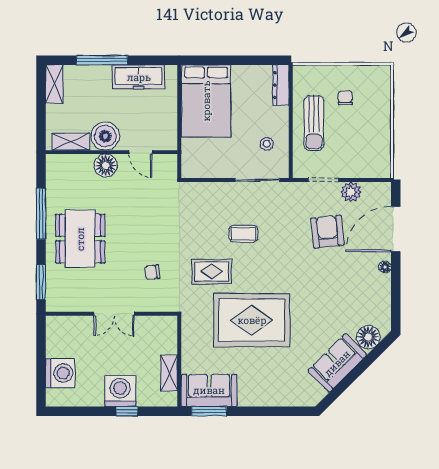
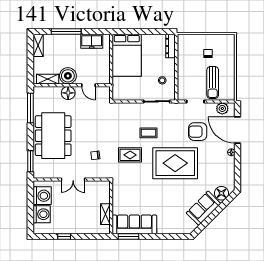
freezer: (139, 77) -> (92, 41), width x0.71
sun lounger: (314, 123) -> (213, 83), moved
plant: (351, 192) -> (222, 108), moved
window: (41, 214) -> (30, 108), moved
door: (396, 229) -> (238, 130), hinge flipped
armchair: (327, 232) -> (198, 132), turned -84
dining table: (80, 239) -> (53, 136), width x1.36, depth x1.24
rug: (252, 320) -> (175, 163), moved
sofa: (209, 390) -> (134, 224), width x1.36
washing machine: (120, 391) -> (42, 196), moved, turned 90
window: (127, 411) -> (64, 237), moved

